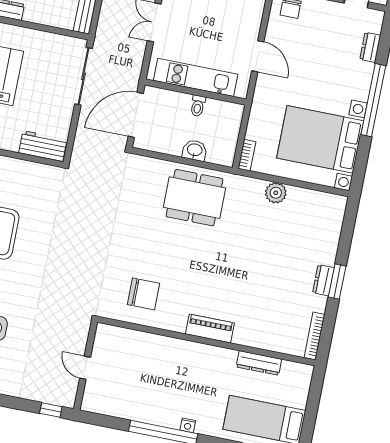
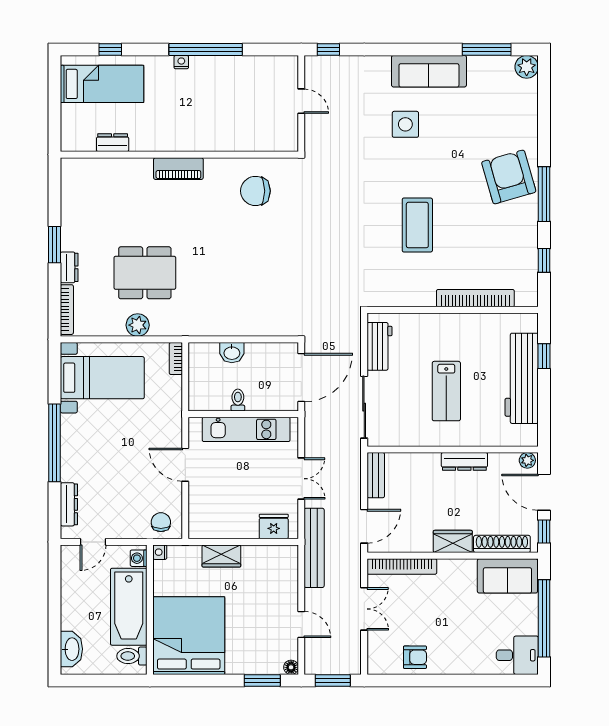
dresser: (370, 47) -> (69, 504), width x1.44
bed with nightstands: (320, 139) -> (102, 378), width x0.73
workbench: (43, 146) -> (380, 346), moved, turned -90
dining table: (194, 198) -> (145, 273), moved
dresser: (323, 280) -> (69, 267), moved
bookcase: (315, 336) -> (67, 310), moved
dresser: (259, 363) -> (113, 143), width x0.70

